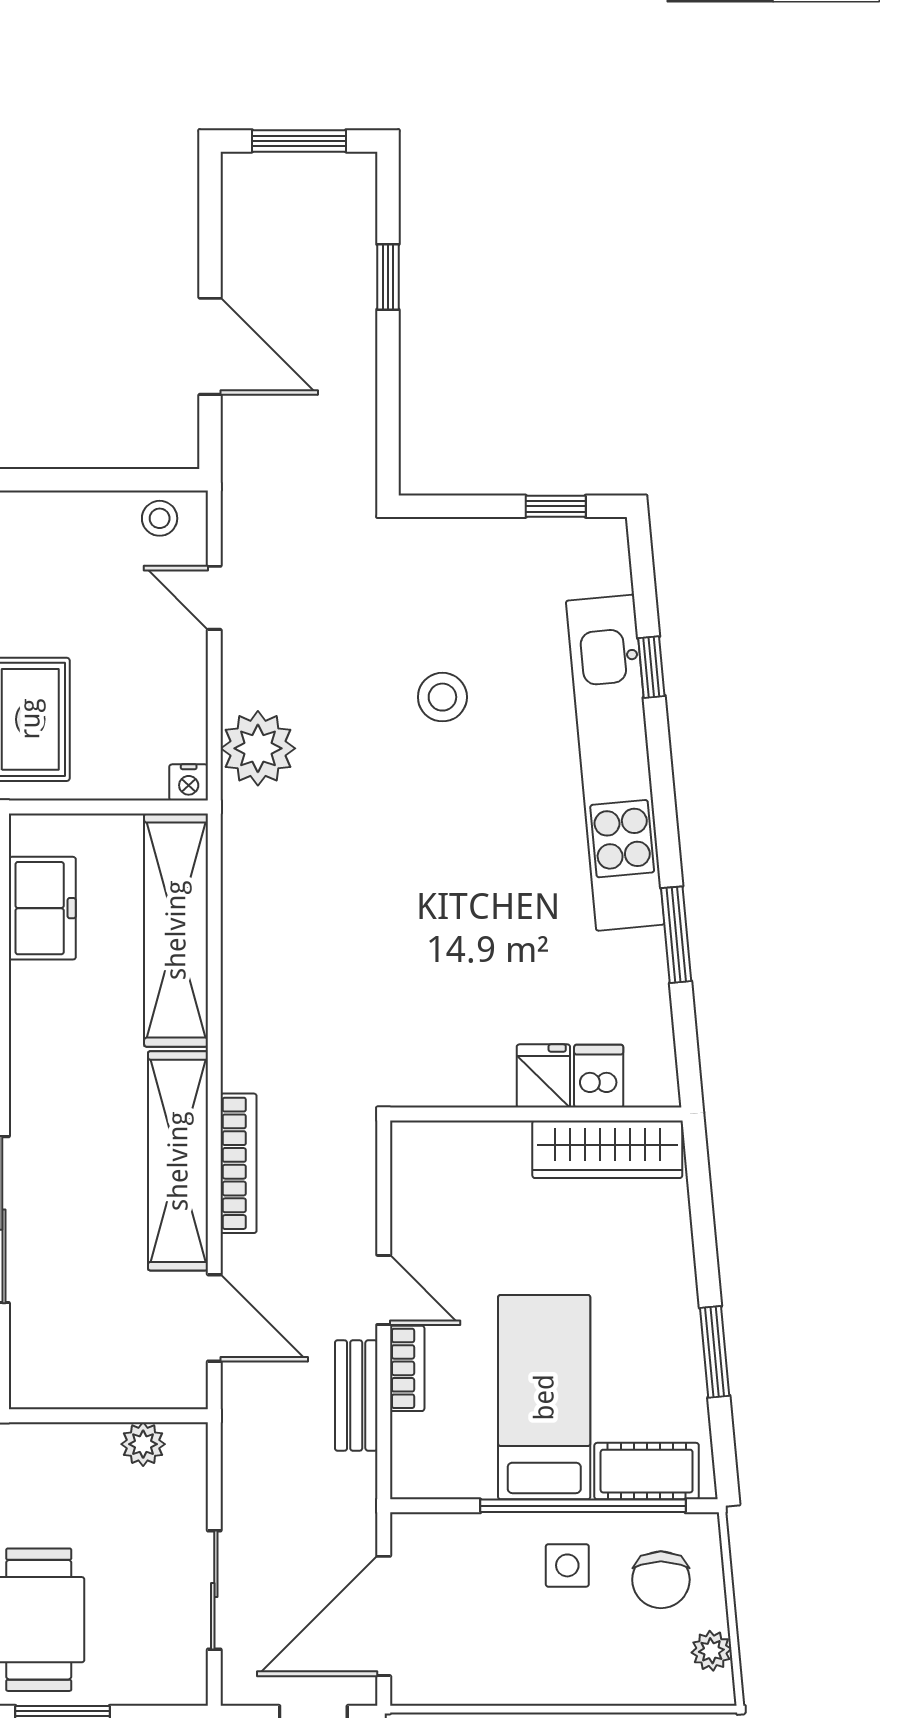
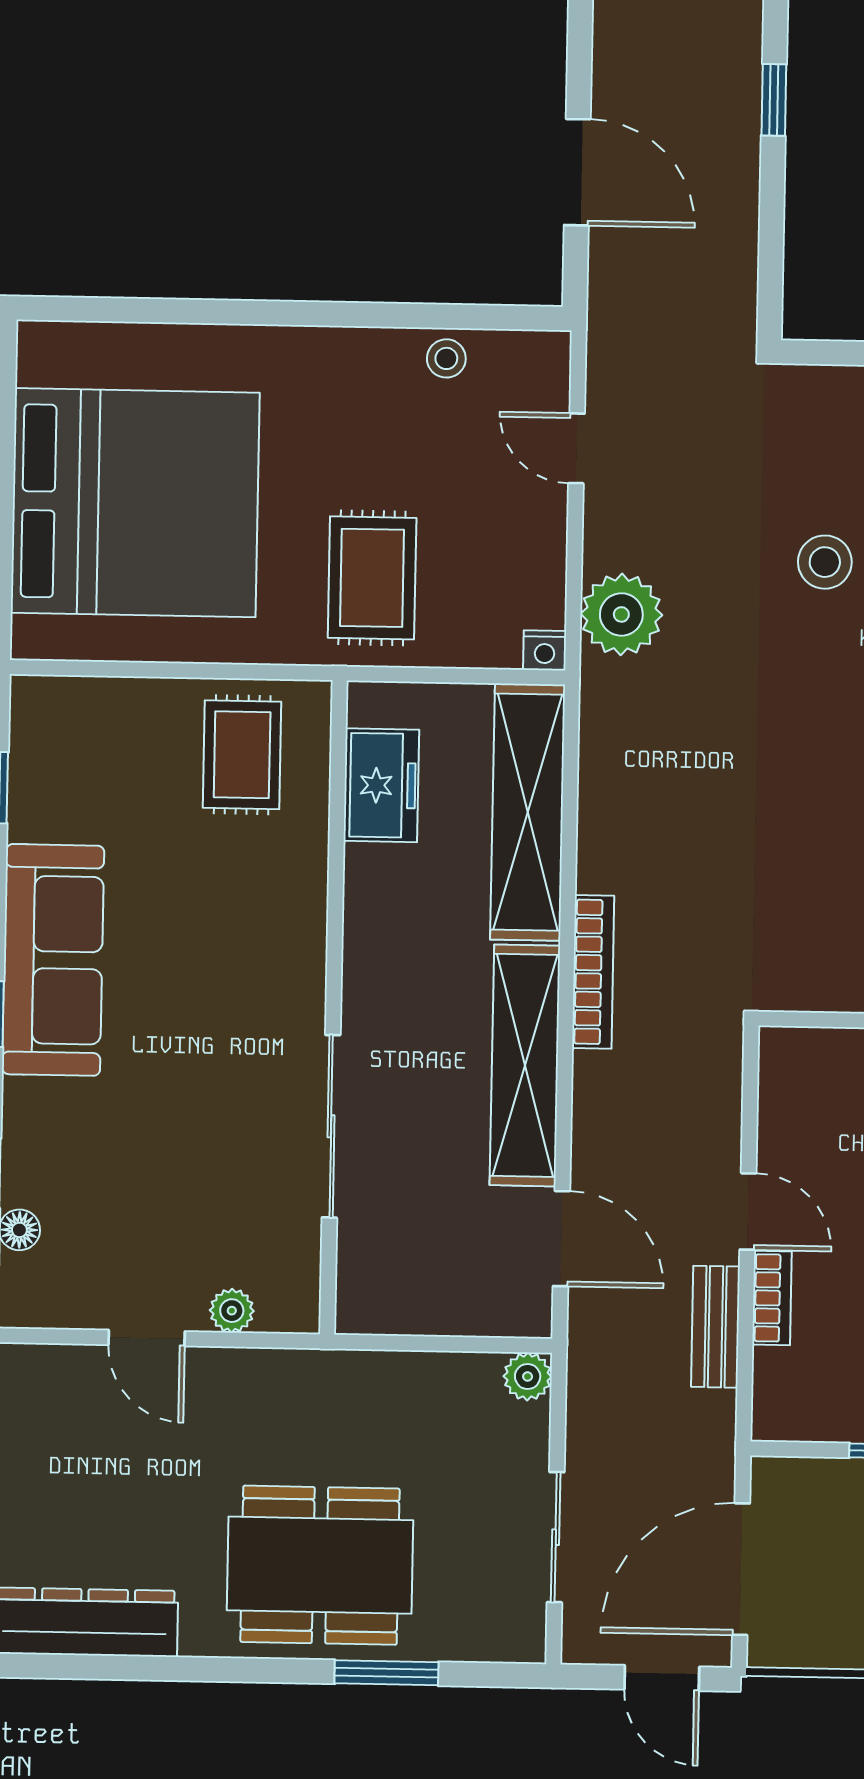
stool: (160, 518) -> (446, 358), moved
bookcase: (239, 1163) -> (593, 972), moved
plant: (143, 1444) -> (528, 1376), moved

